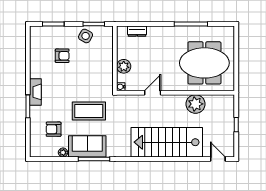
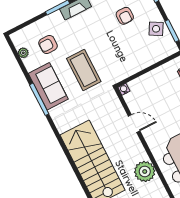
plant: (124, 66) -> (145, 82), removed
armchair: (54, 129) -> (48, 44), turned -90
plant: (63, 153) -> (23, 53), moved

